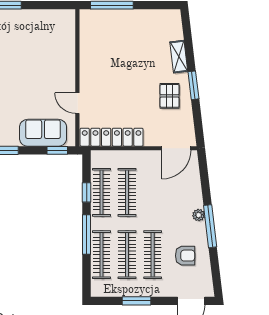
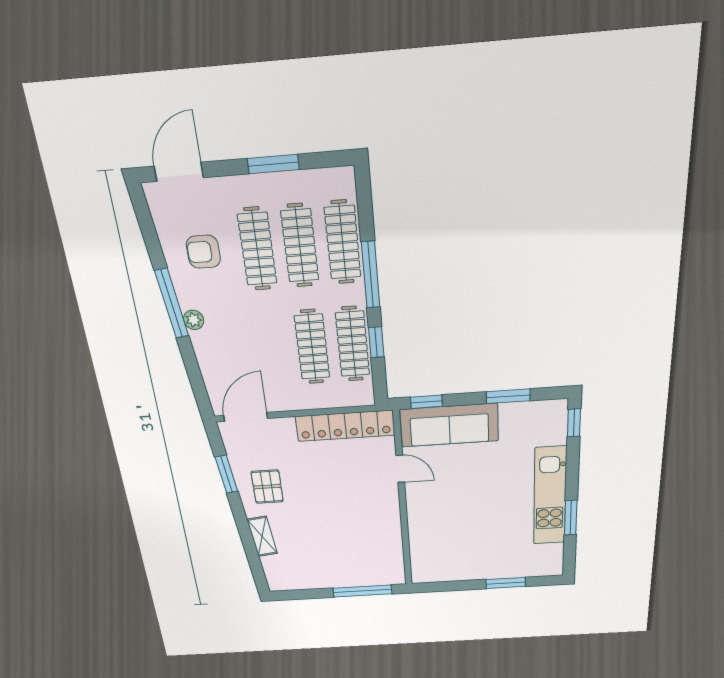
window: (193, 85) -> (226, 474), moved
sofa: (43, 133) -> (449, 425), width x1.36

